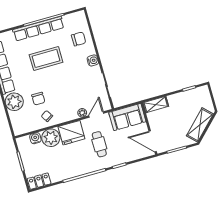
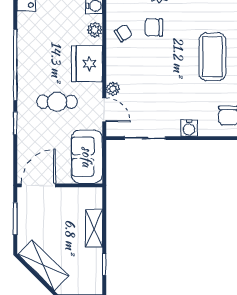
shelving: (156, 104) -> (94, 228), moved
plant: (51, 138) -> (95, 30), width x0.53, depth x0.53

